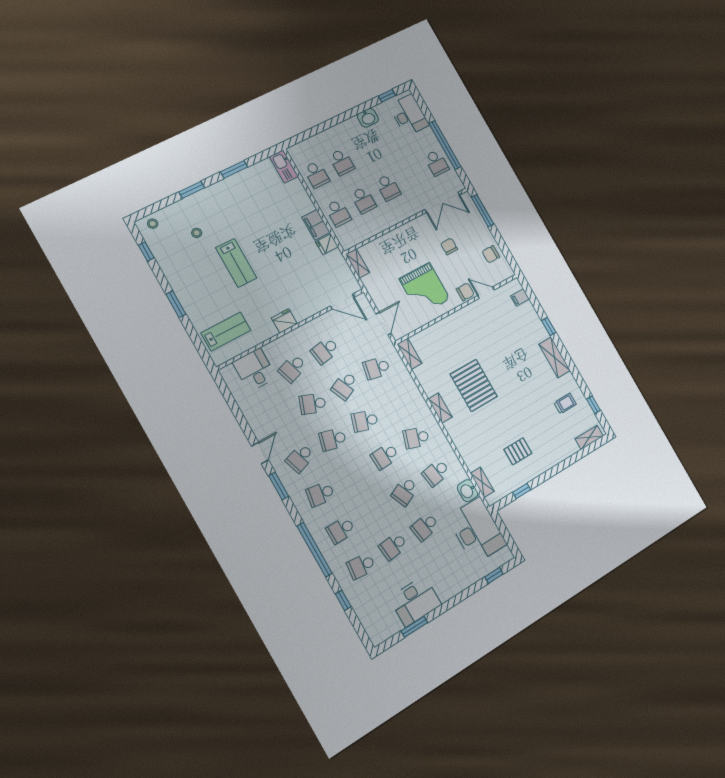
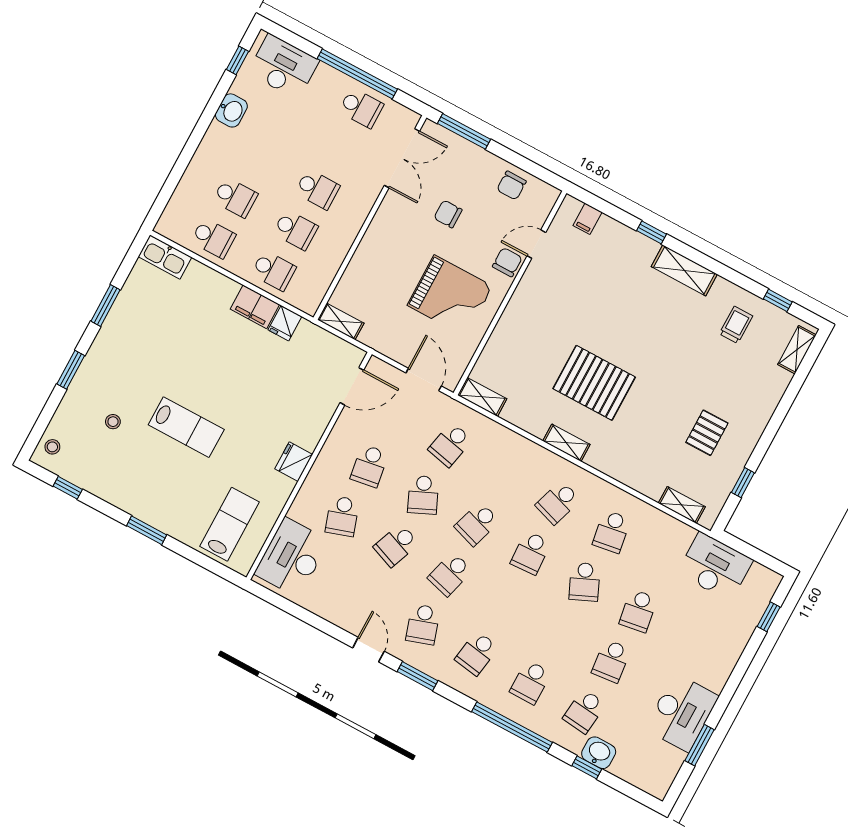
desk: (255, 370) -> (292, 557), width x1.37
washbasin: (468, 491) -> (599, 753), moved, turned 180
desk: (477, 531) -> (715, 567), width x0.73, depth x0.77

